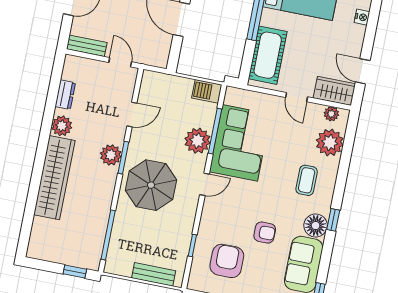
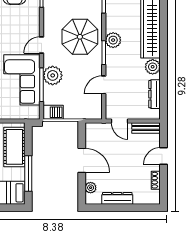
dresser: (65, 95) -> (155, 94), width x1.44
plant: (111, 155) -> (113, 40), moved

